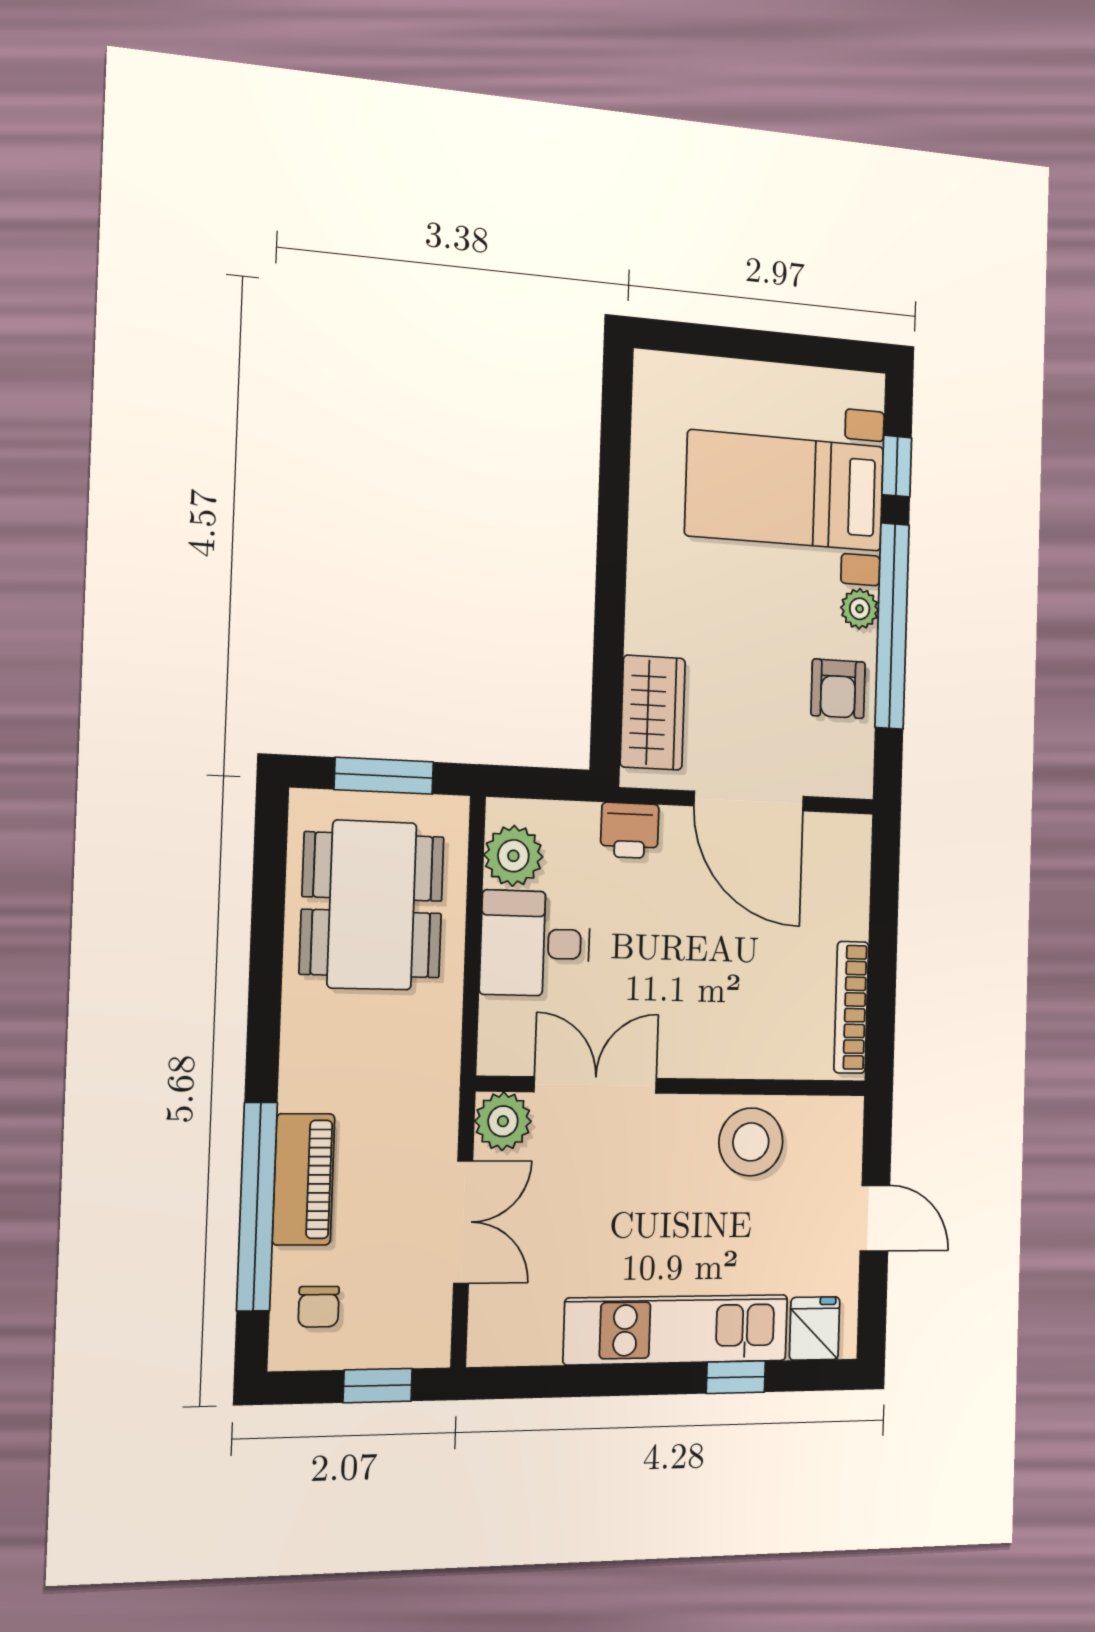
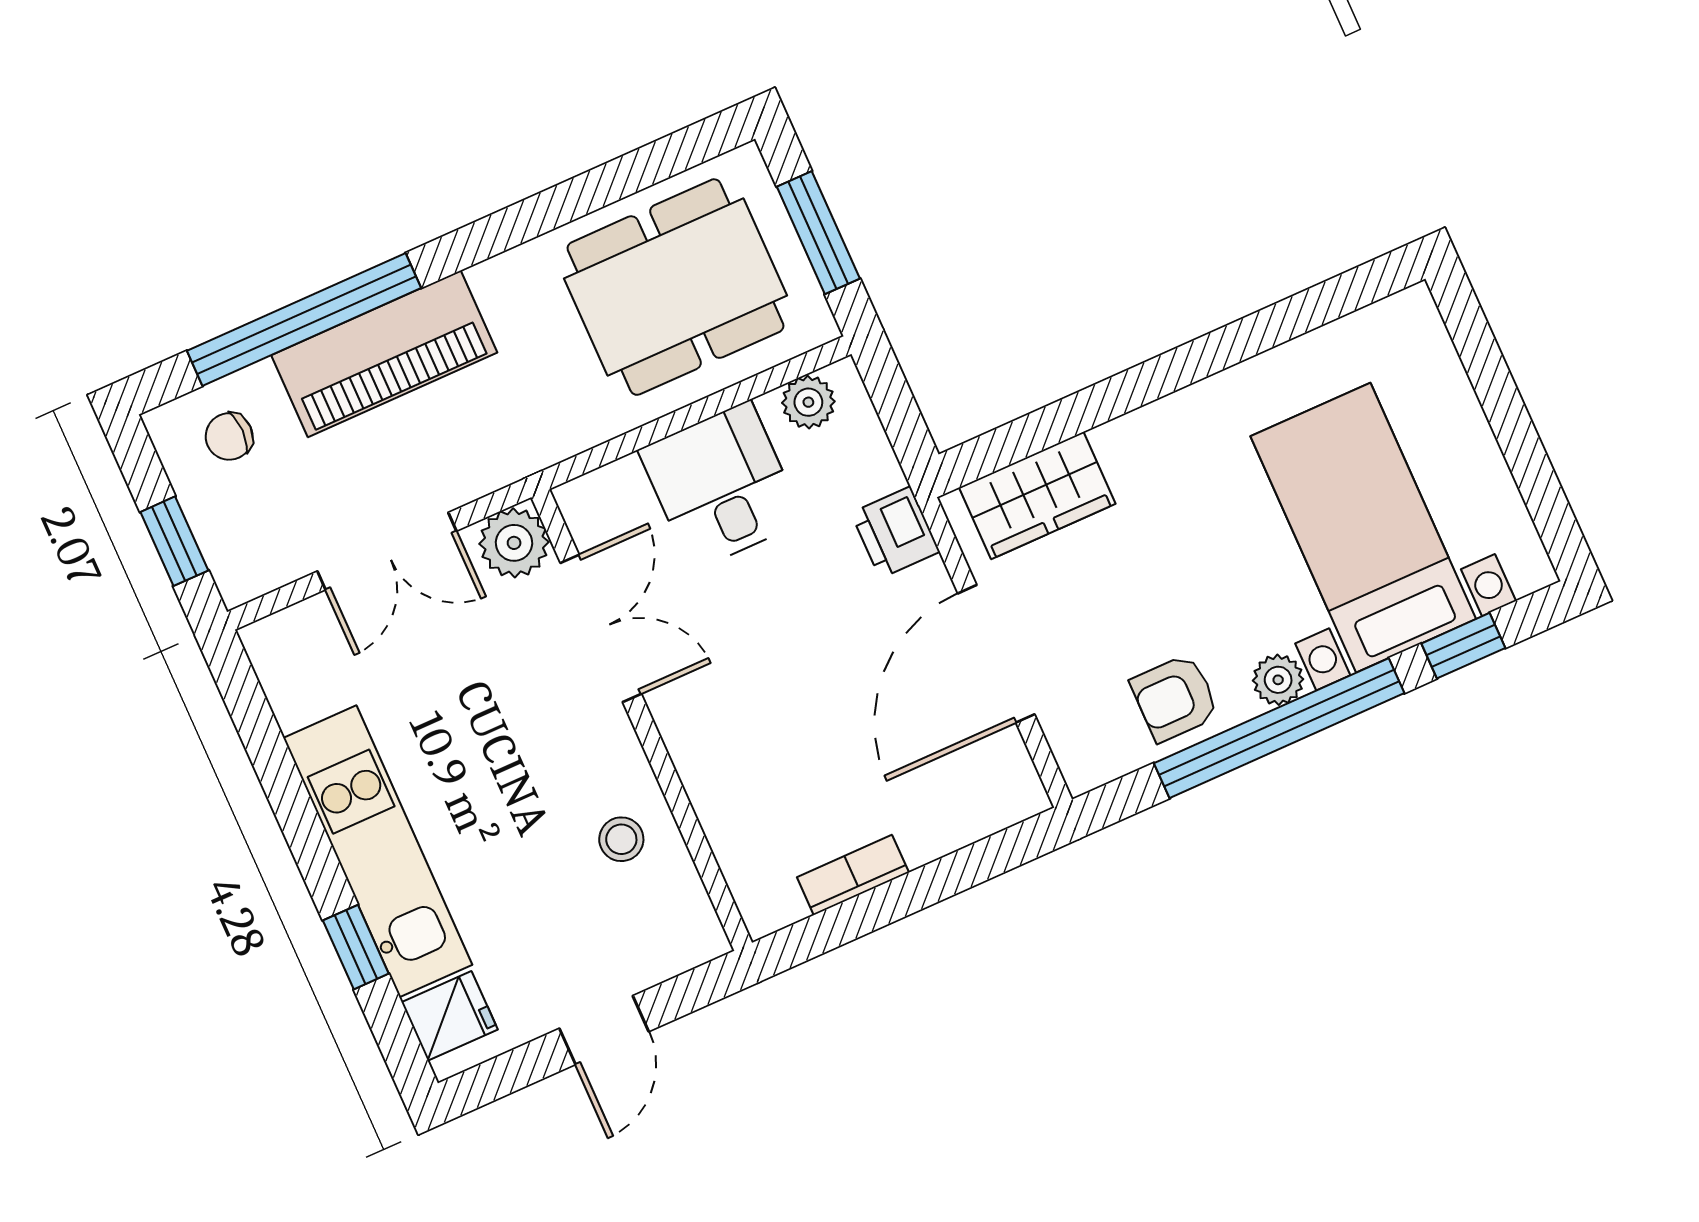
plant: (513, 856) -> (808, 402), width x0.73, depth x0.73
bookcase: (851, 1007) -> (853, 875), width x0.64
stool: (751, 1142) -> (621, 839), width x0.53, depth x0.53
piano: (304, 1179) -> (384, 354), width x1.37, depth x1.33

